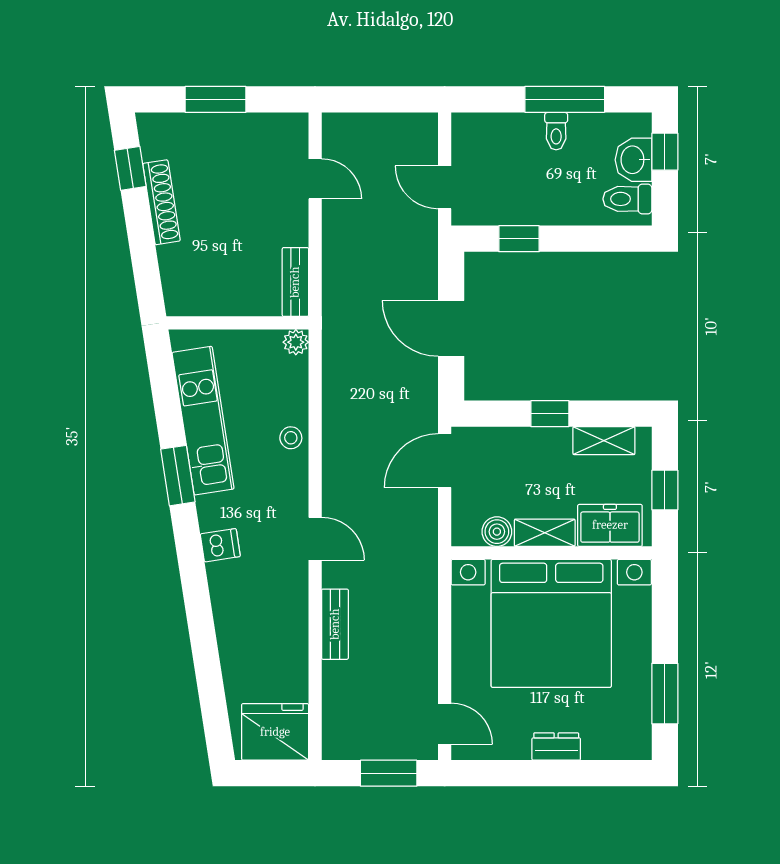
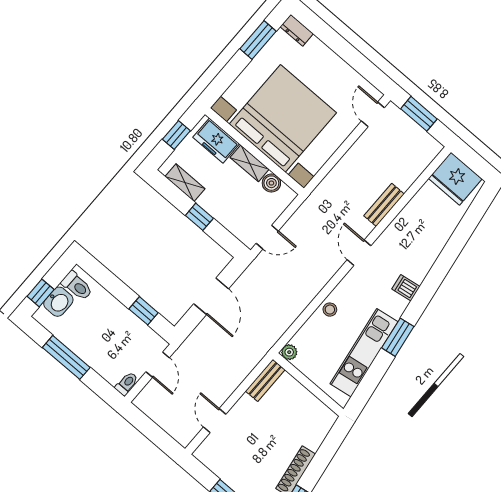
toilet: (556, 131) -> (127, 384), moved
door: (445, 461) -> (267, 237), width x0.73
dresser: (556, 747) -> (297, 30), moved

